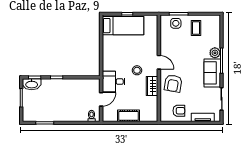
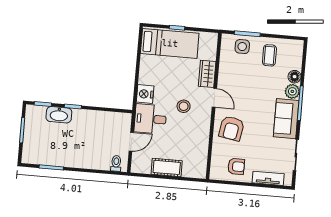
floor lamp: (216, 42) -> (295, 77), added
nightstand: (108, 64) -> (145, 94), added
washbasin: (32, 84) -> (59, 115), moved
wardrobe: (152, 86) -> (207, 74), moved

